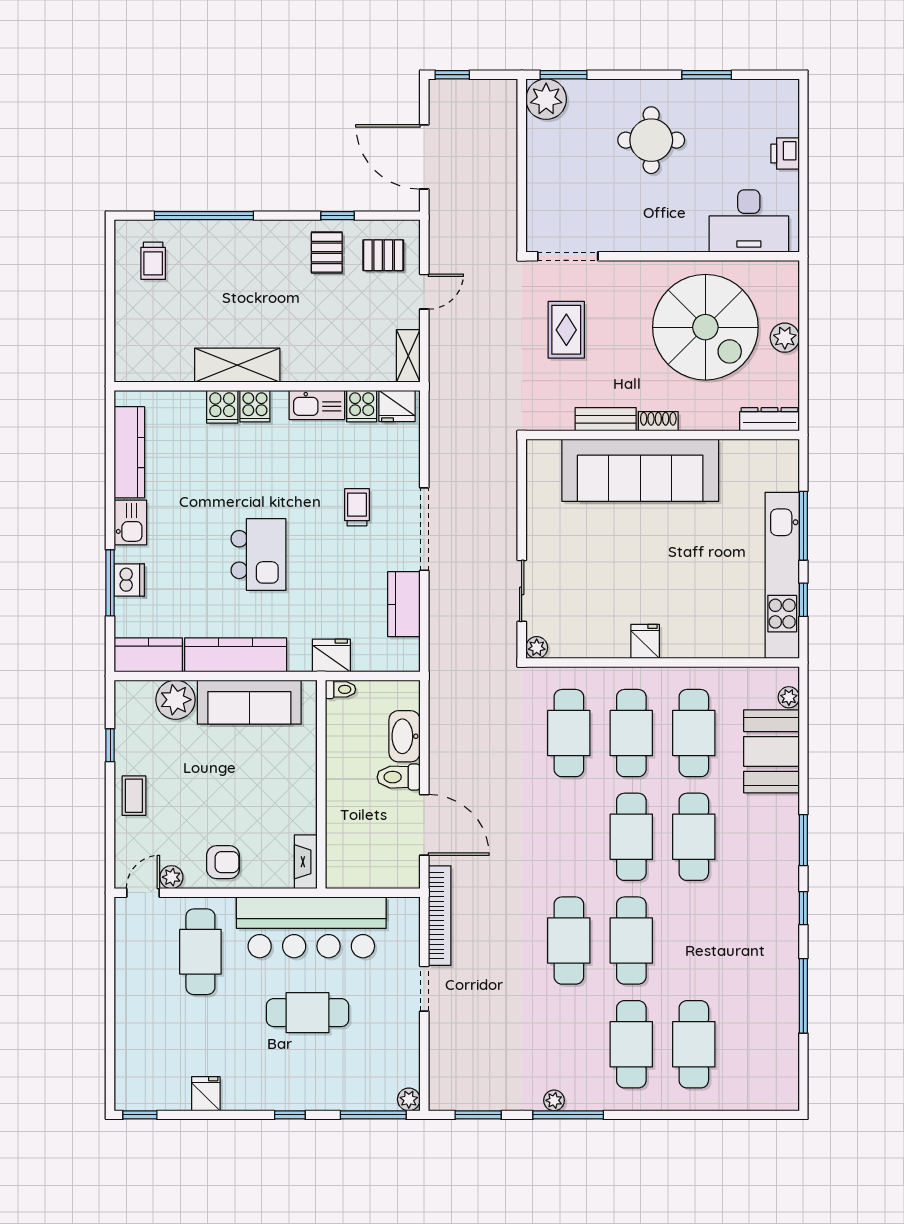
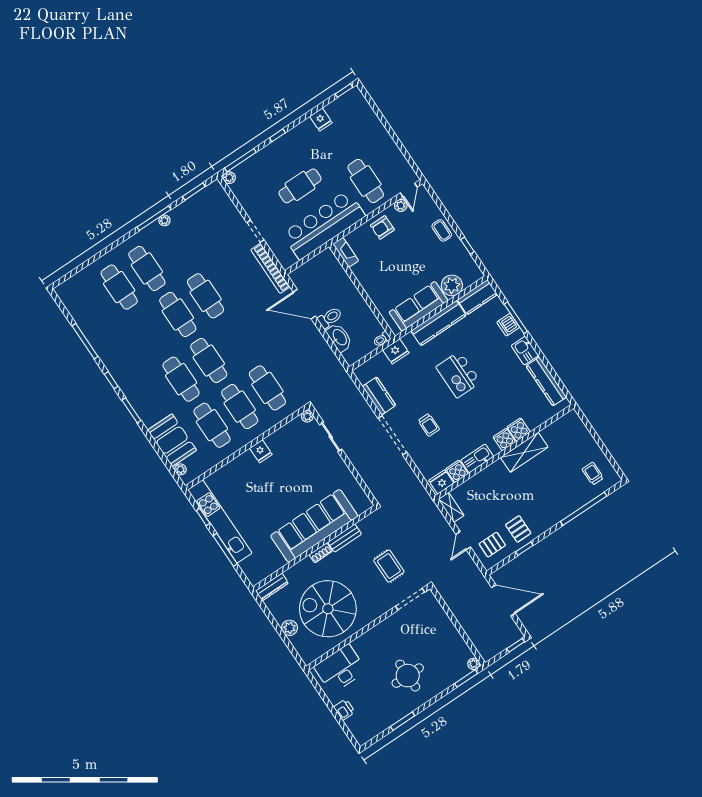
plant: (546, 99) -> (474, 664), width x0.53, depth x0.53

